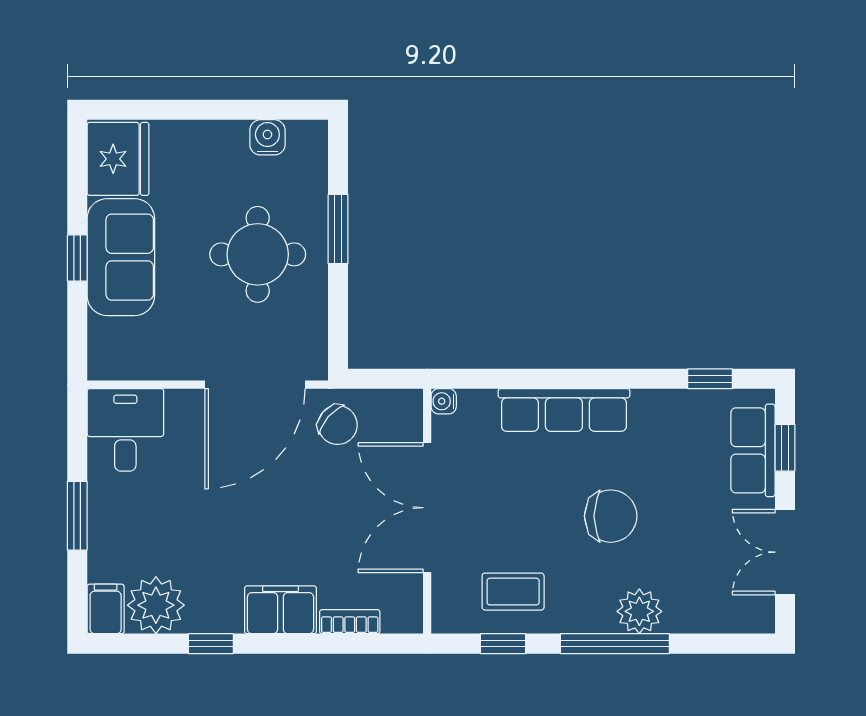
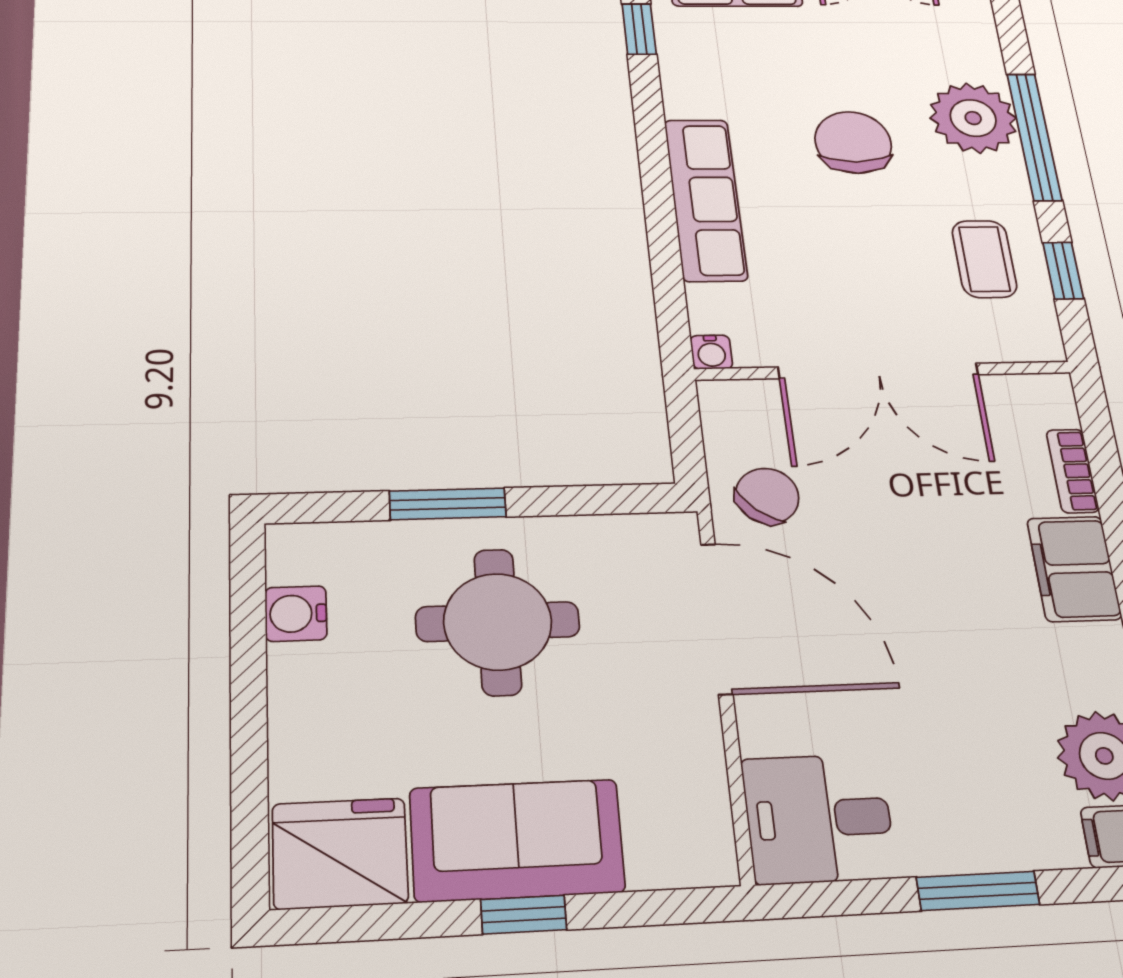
plant: (639, 611) -> (973, 118), width x1.36, depth x1.36

